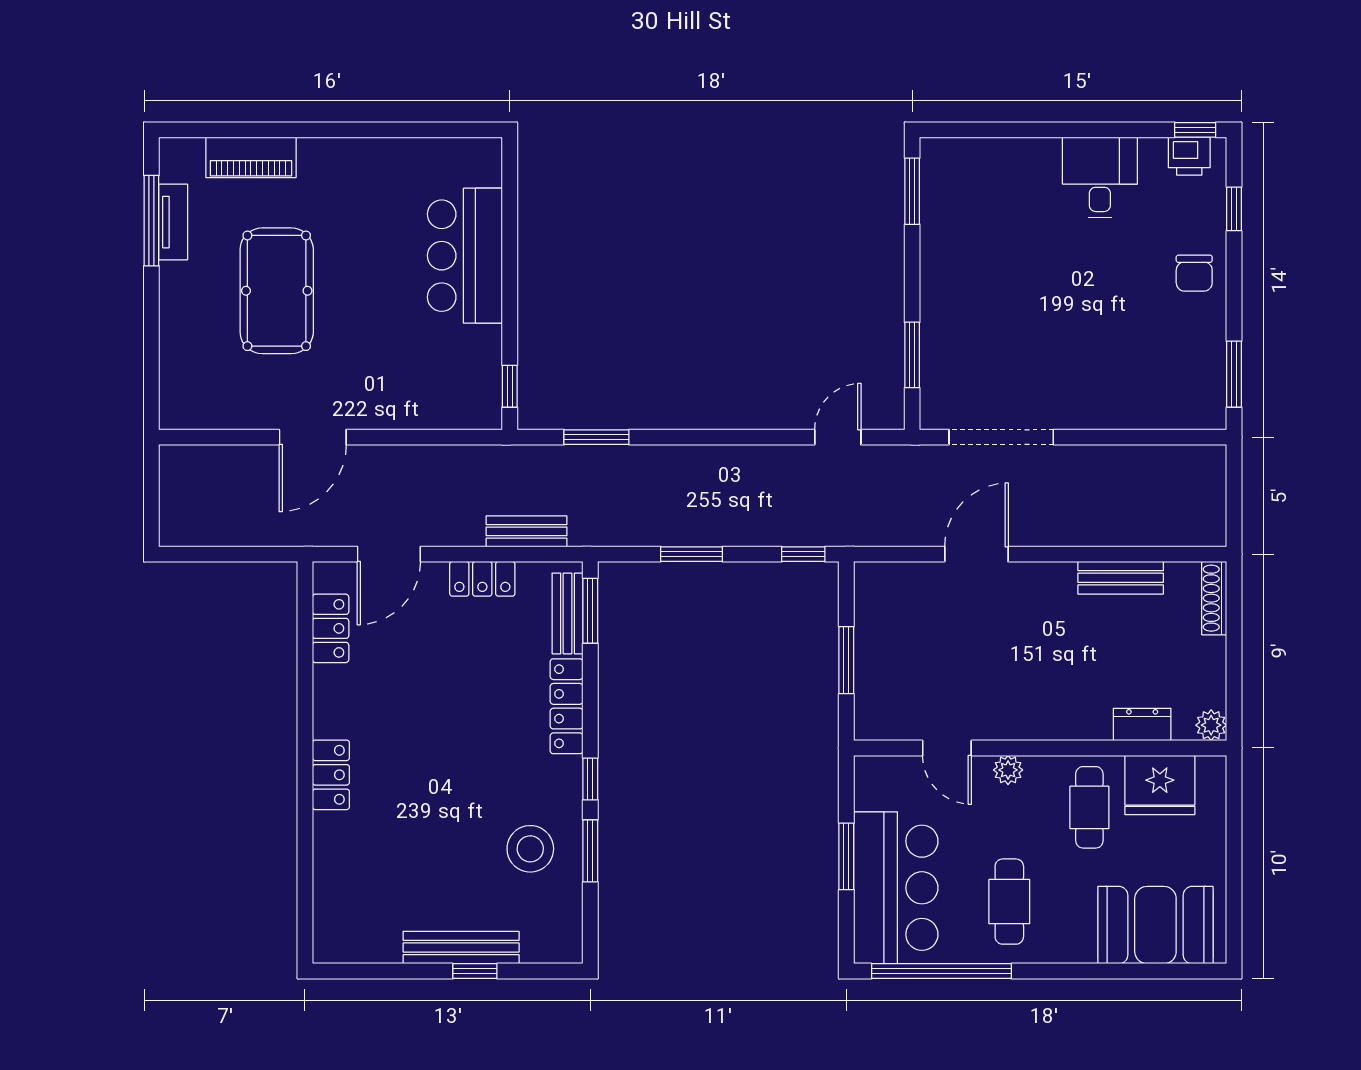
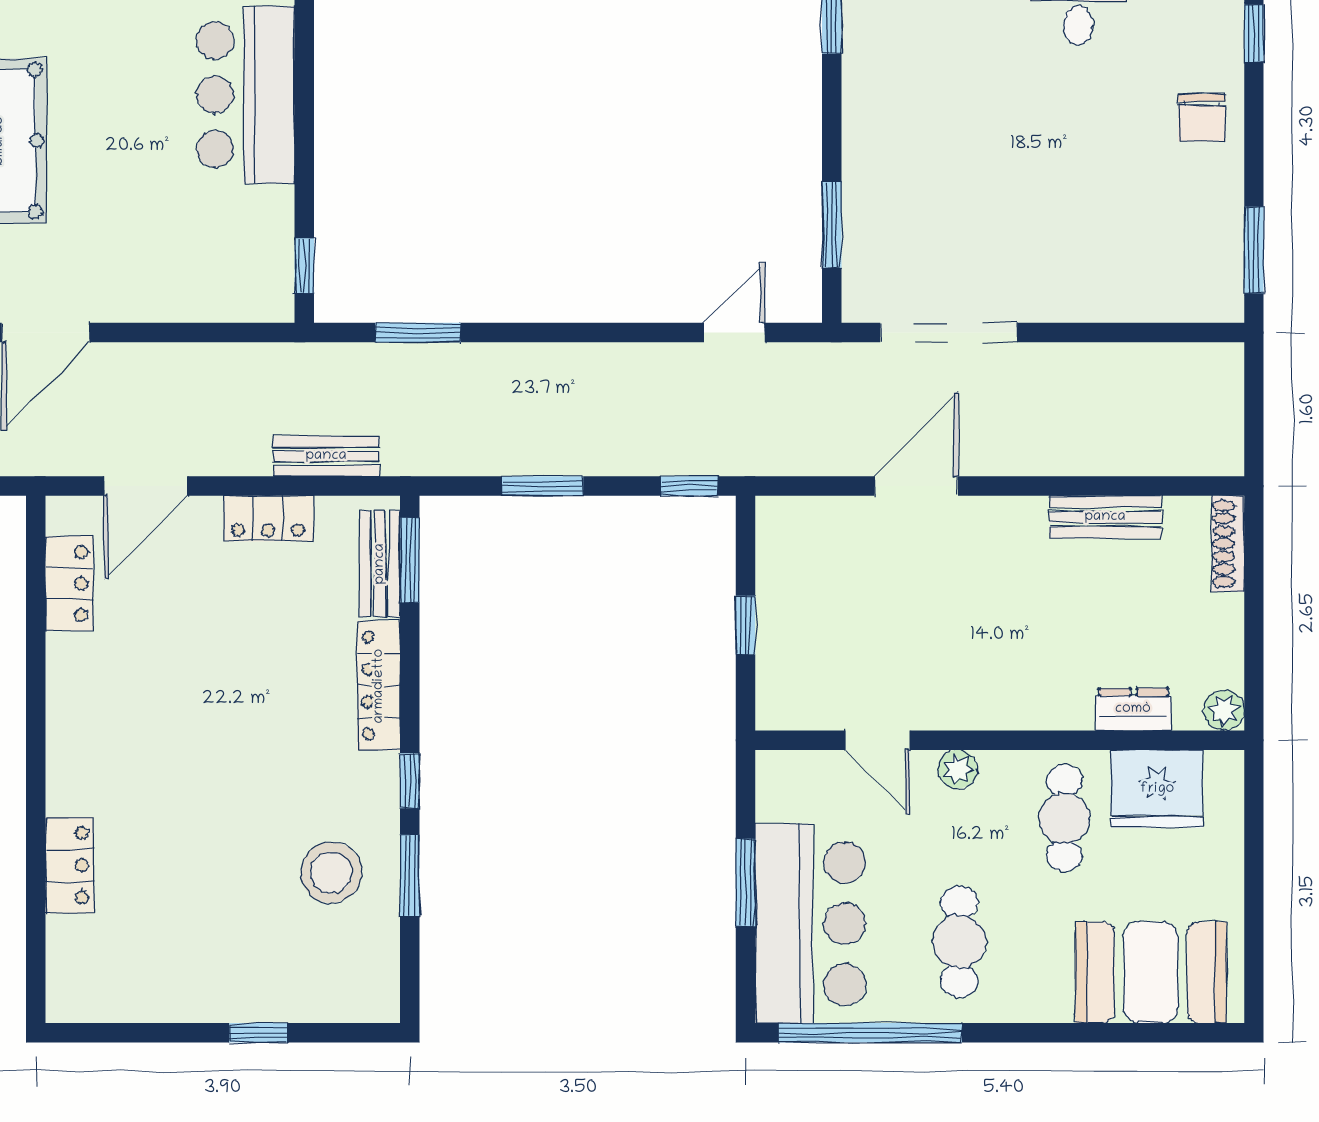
window: (846, 660) -> (745, 625), width x0.67
locker: (331, 775) -> (70, 865), moved
bench: (461, 948) -> (240, 1002), removed

